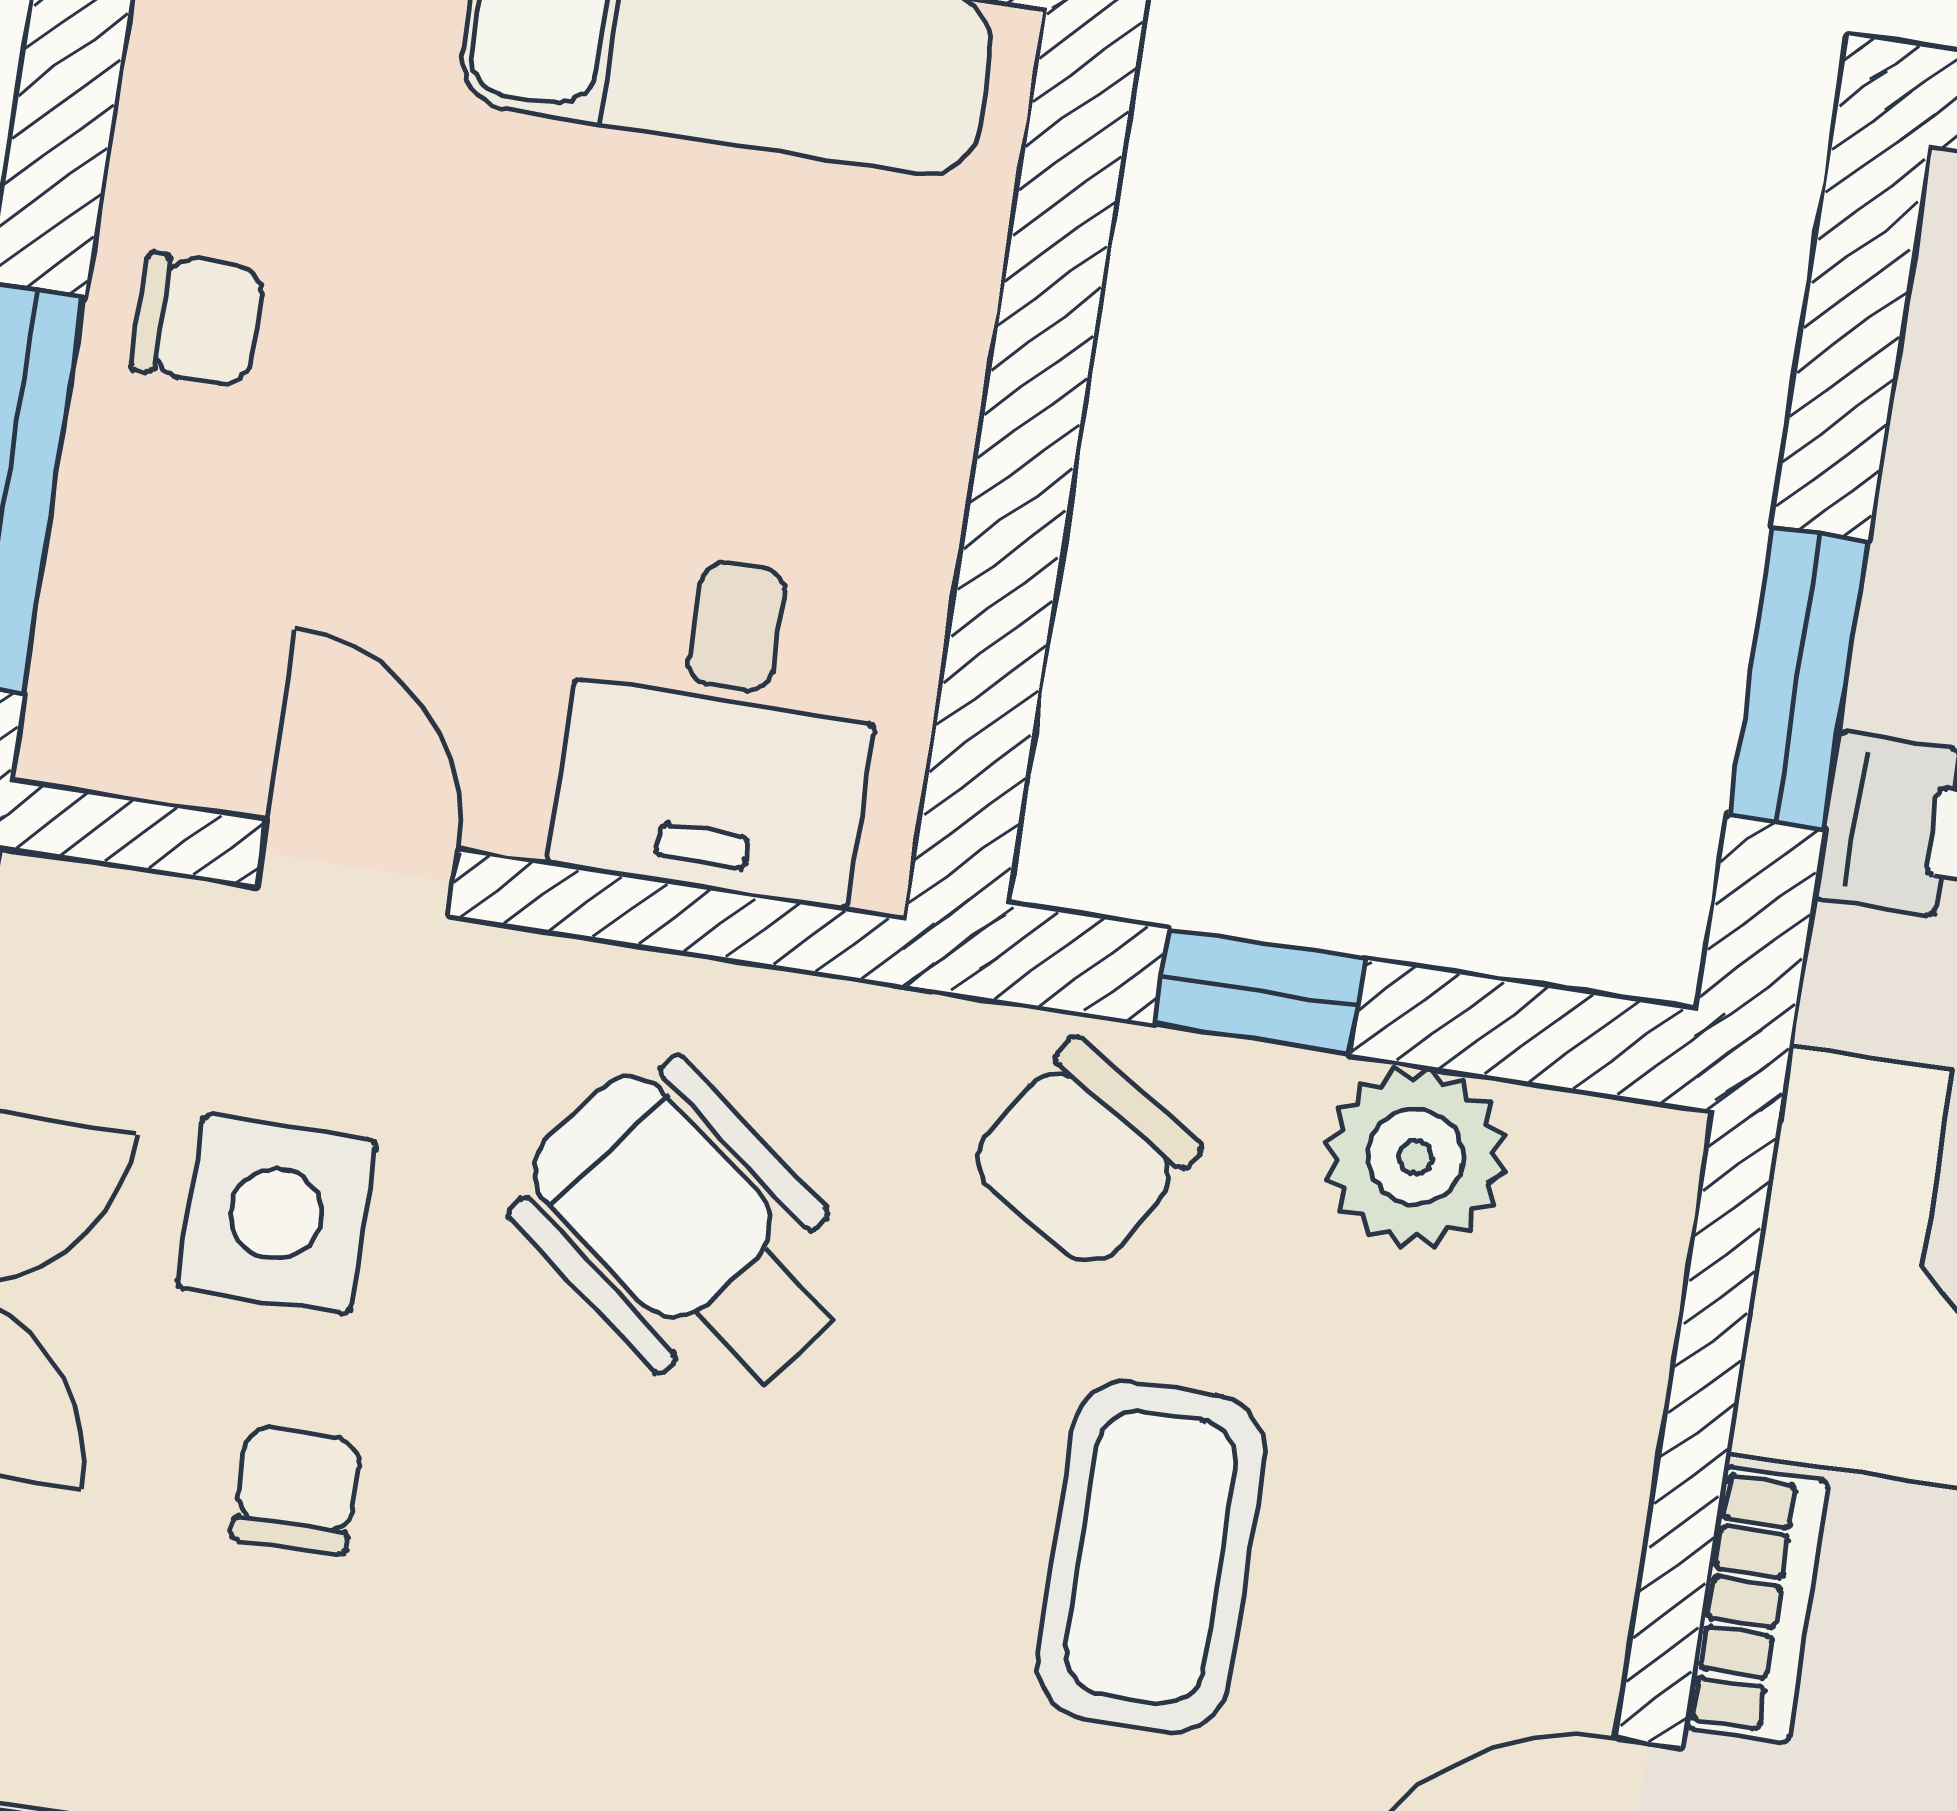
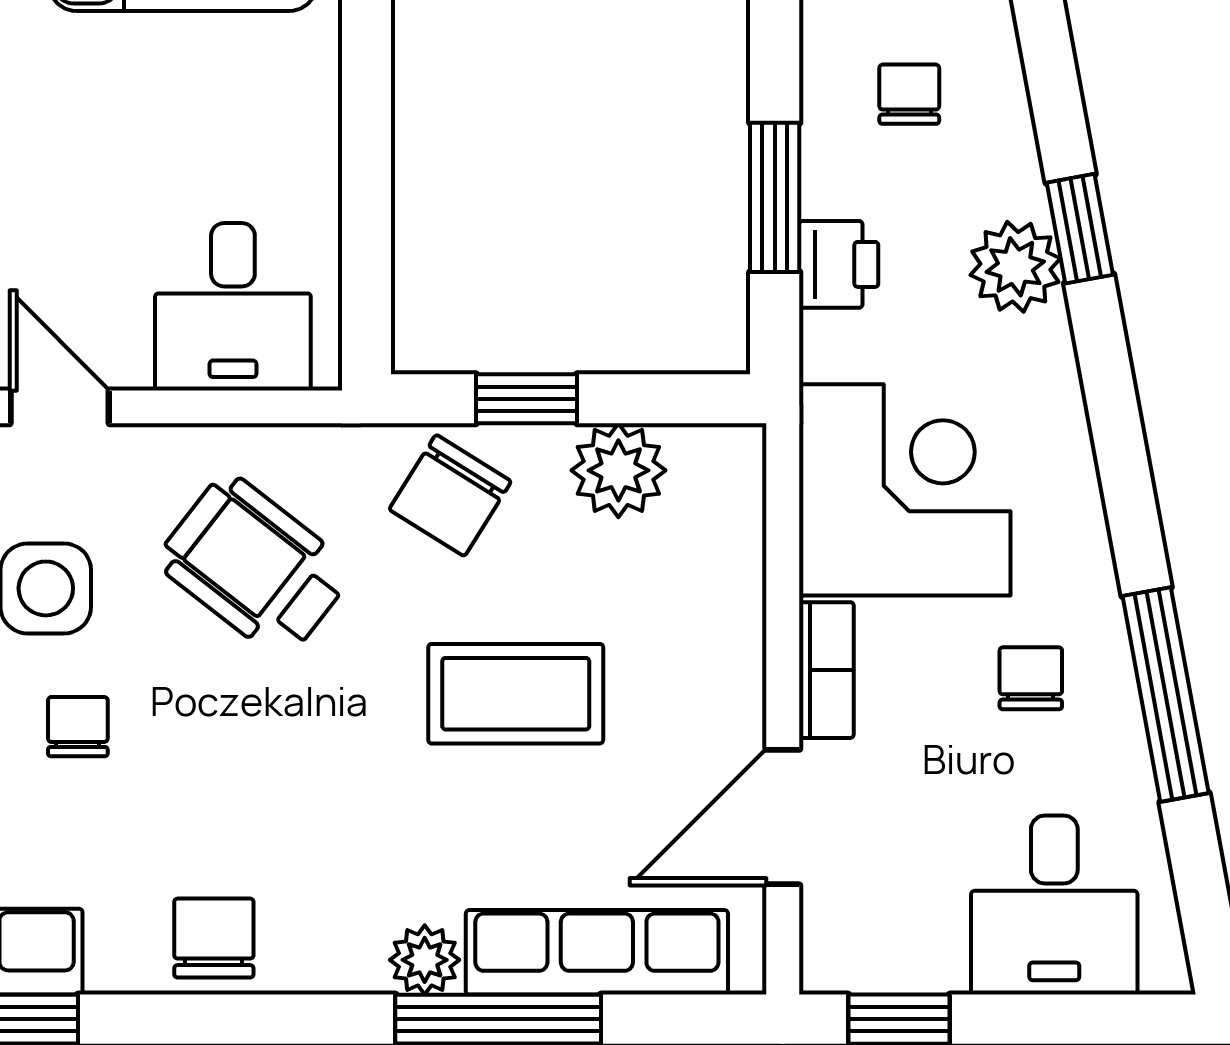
coffee table: (1151, 1557) -> (516, 694), turned 90

